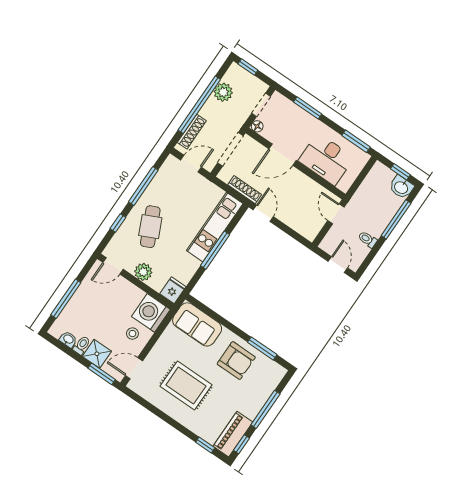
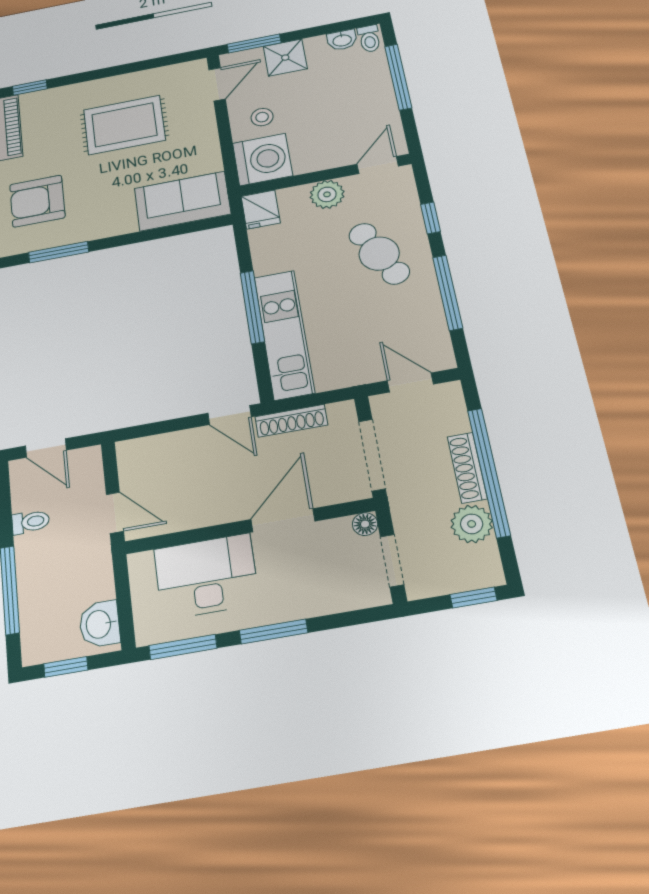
window: (308, 108) -> (274, 631), moved
shoe rack: (192, 132) -> (467, 468), moved
door: (191, 164) -> (410, 382), swing flipped
washbasin: (401, 187) -> (99, 624), moved, turned -90
toilet: (82, 345) -> (369, 39), moved
armchair: (236, 361) -> (37, 201), moved

